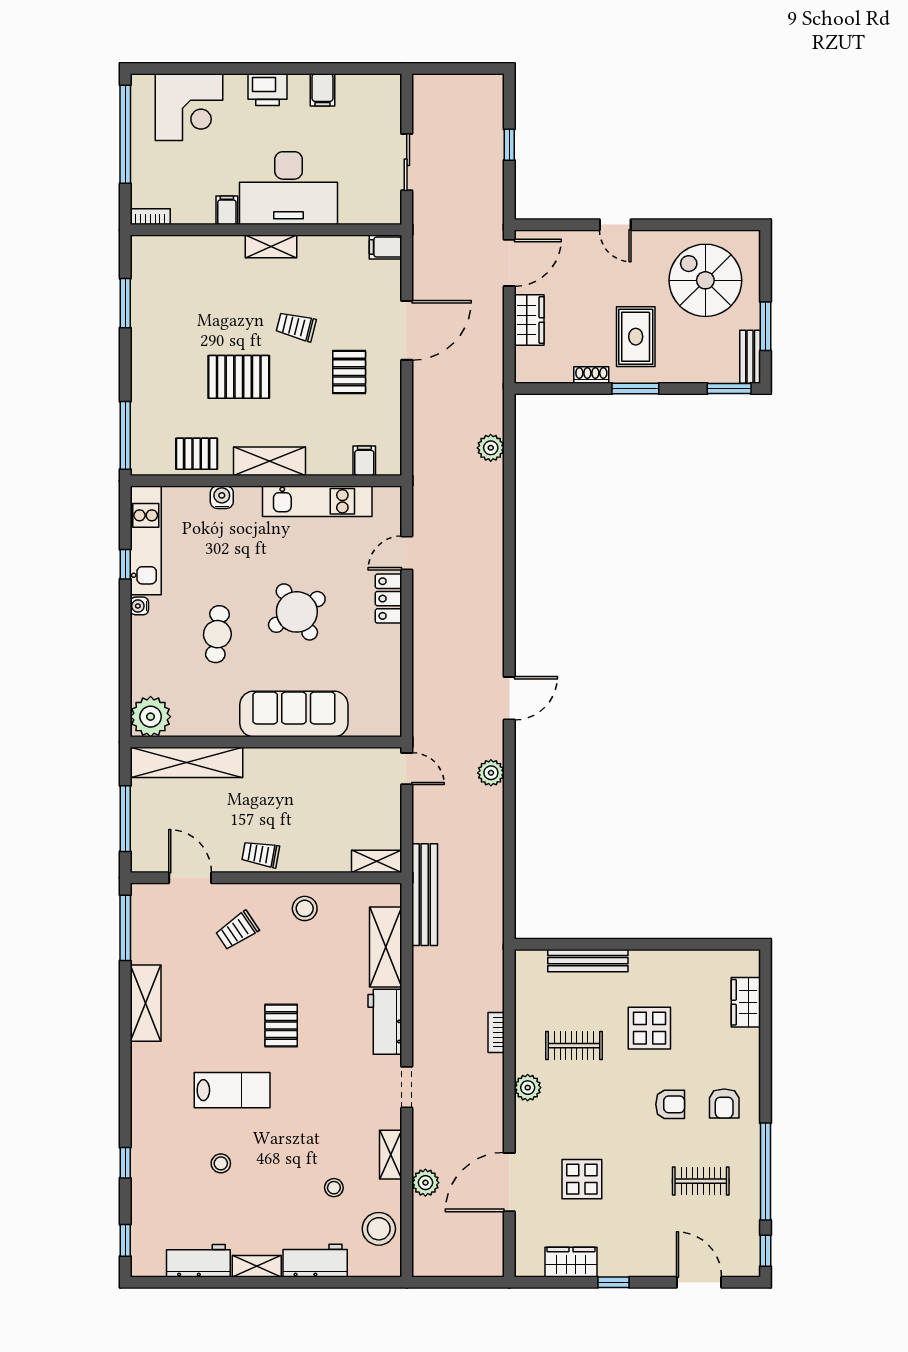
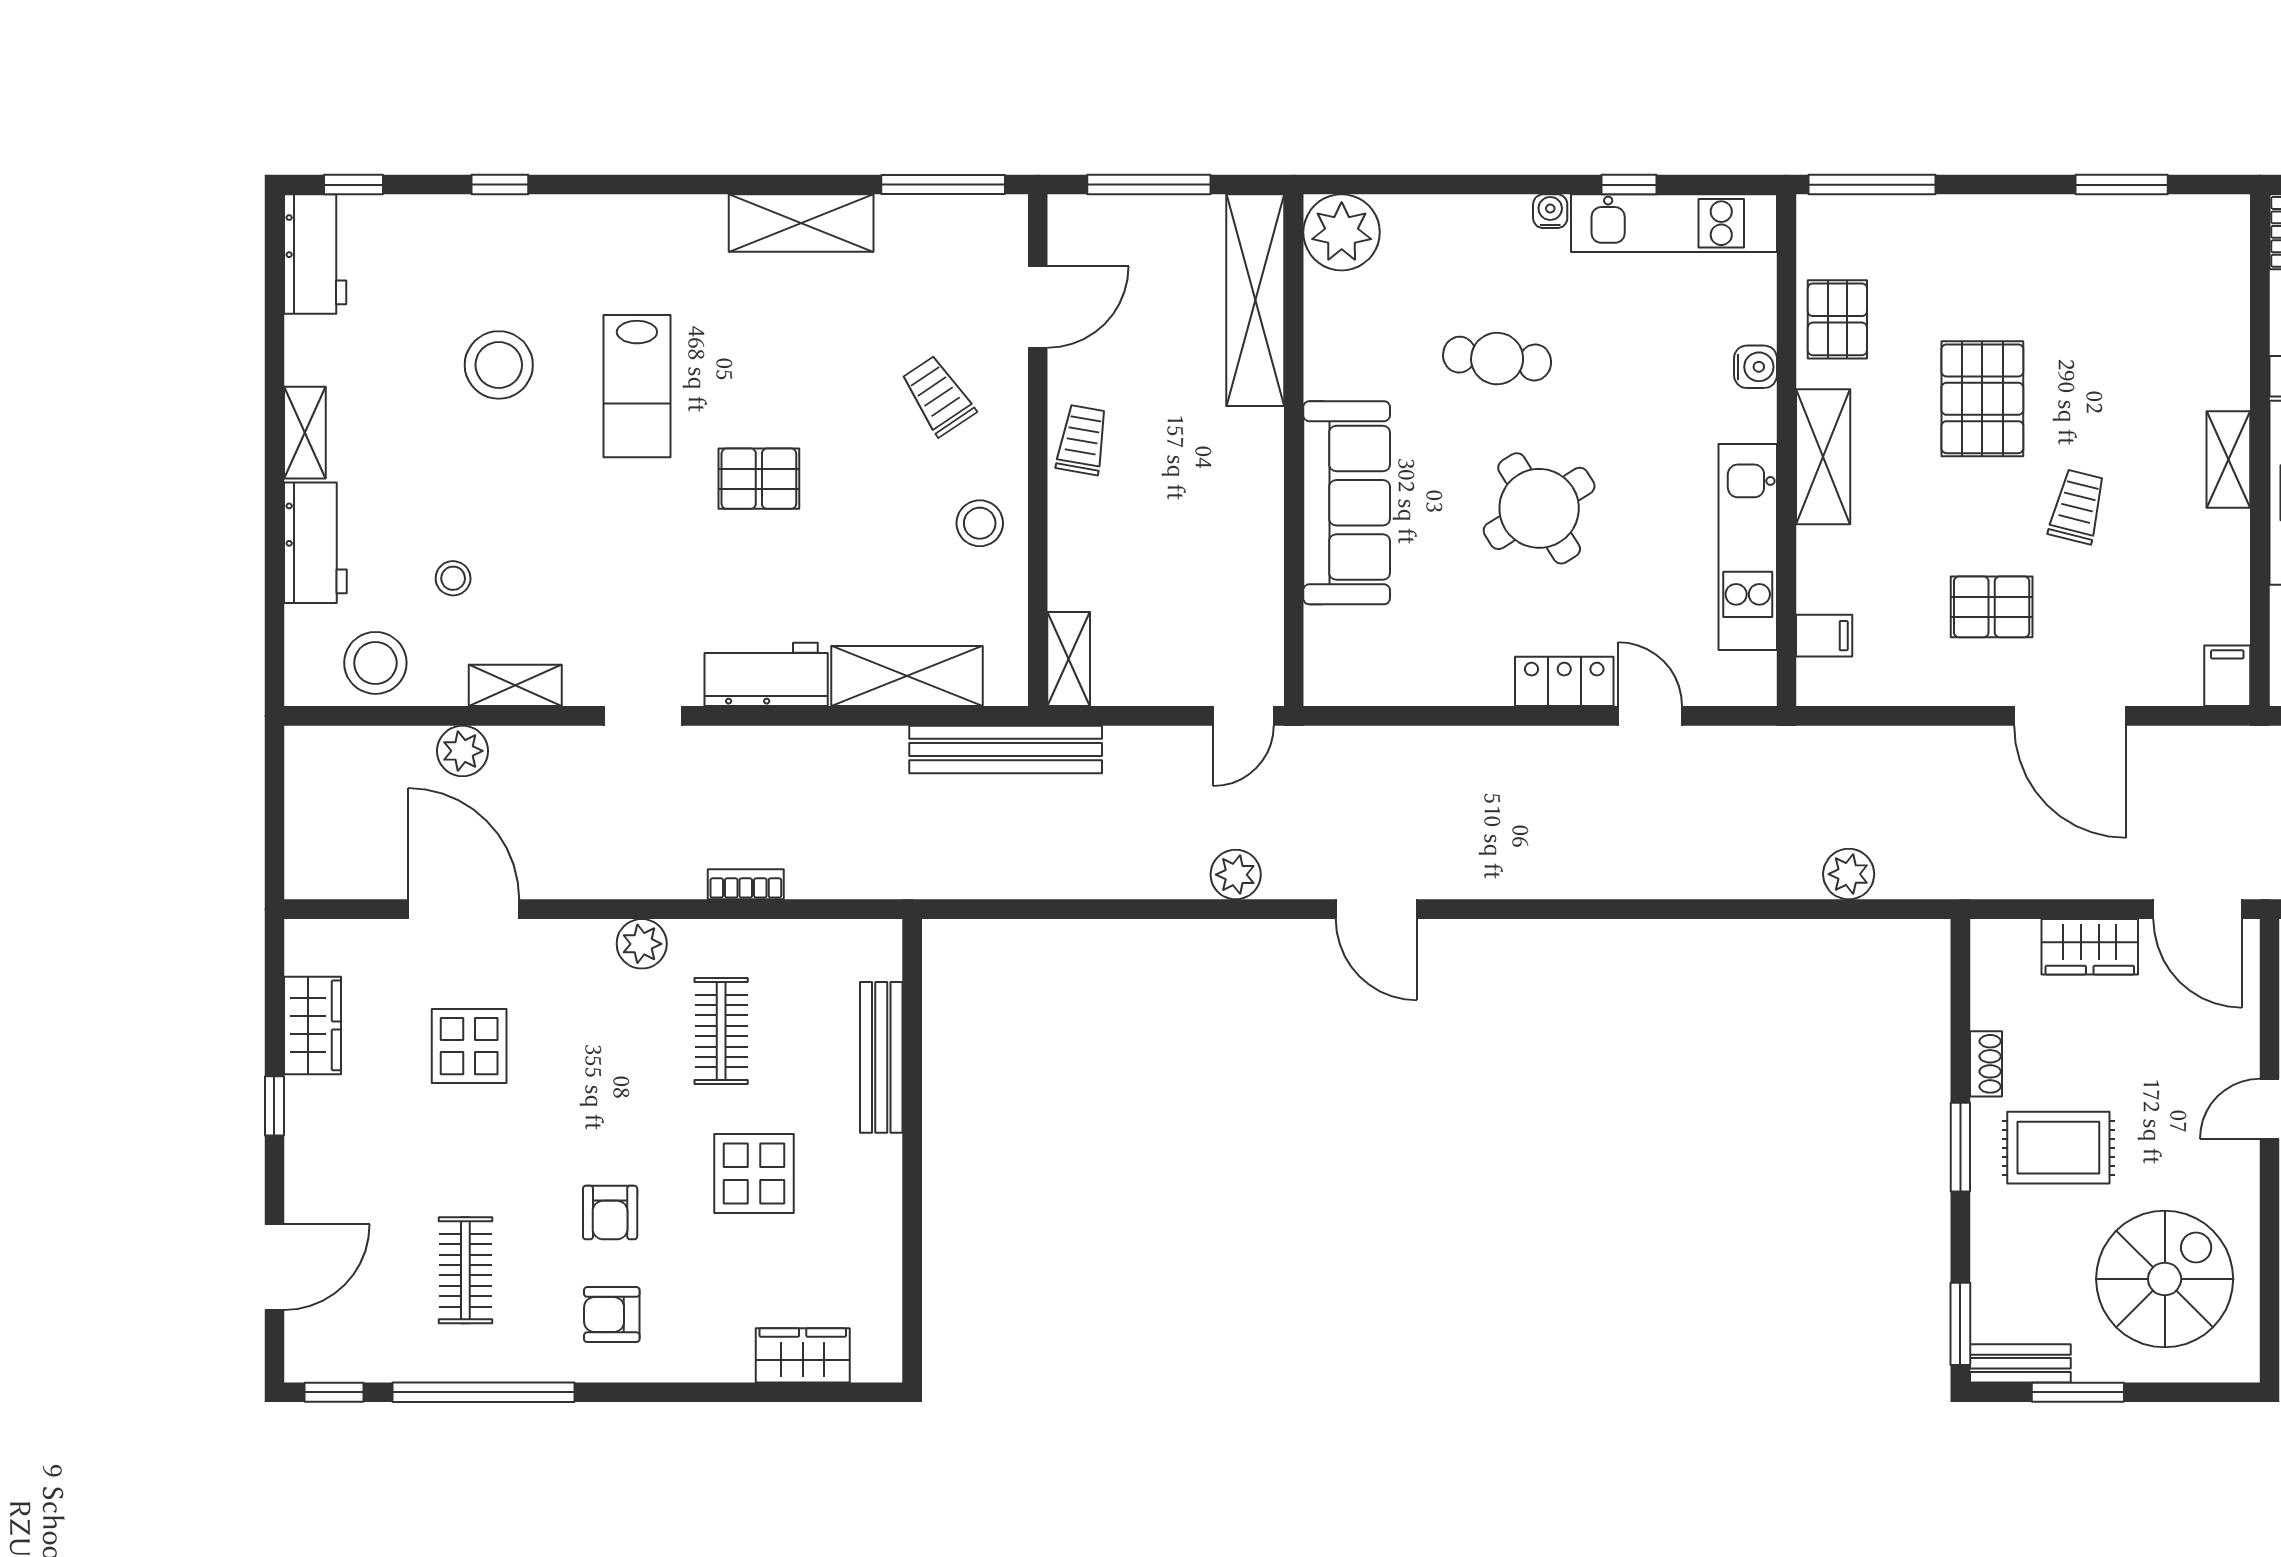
stool: (221, 1163) -> (499, 365), width x1.89, depth x1.89
workbench: (198, 1261) -> (315, 254), moved

